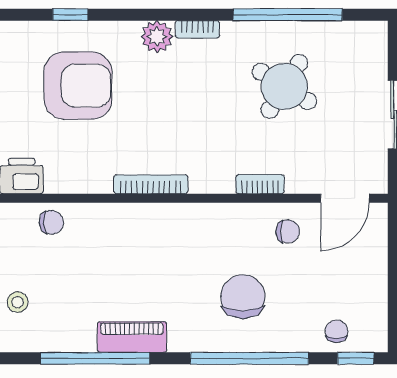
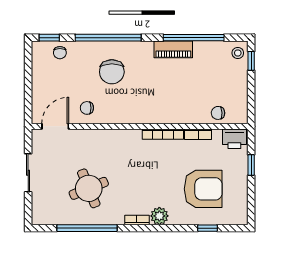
armchair: (78, 86) -> (203, 189), turned 180
round table: (284, 86) -> (89, 188), turned 36
bookcase: (260, 184) -> (198, 134), moved
stool: (18, 302) -> (238, 53), moved

